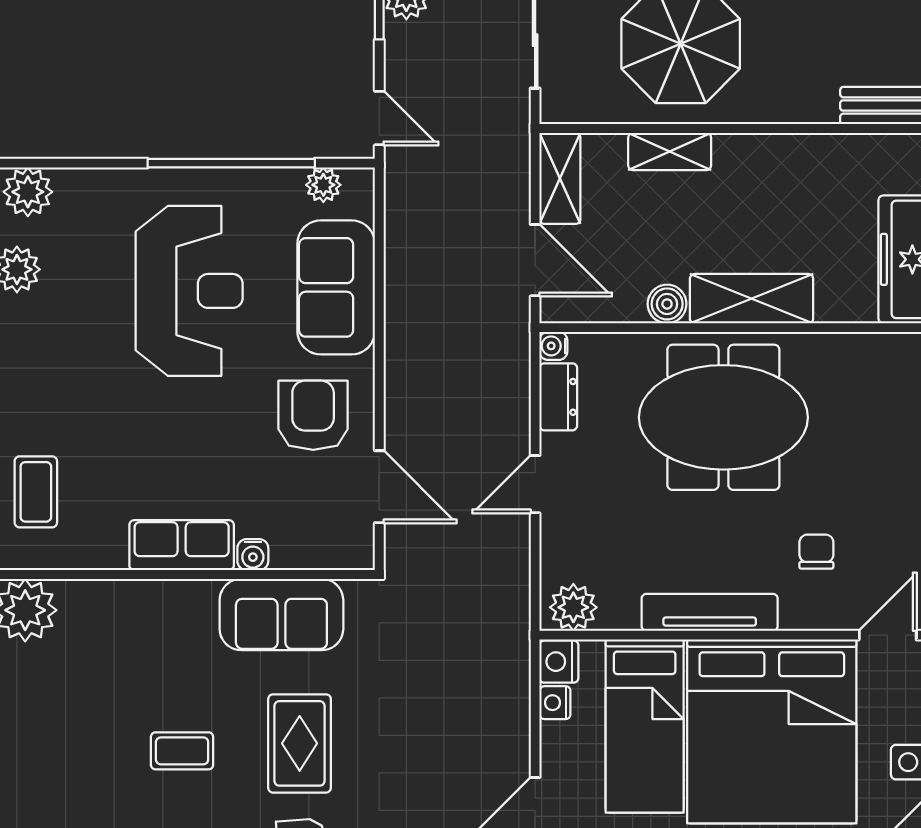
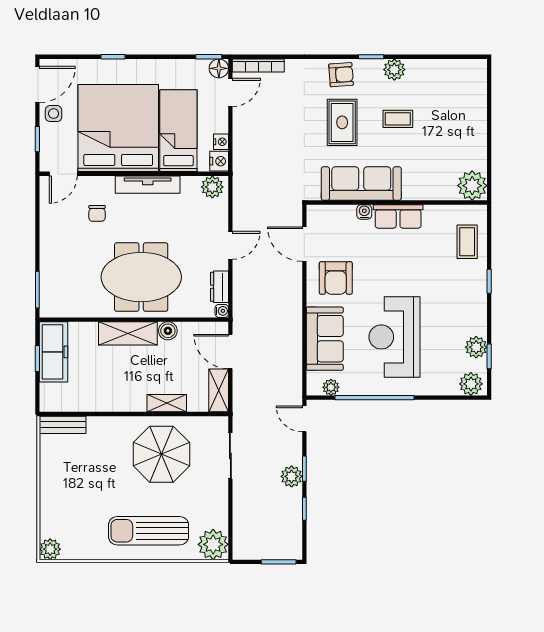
sofa: (281, 615) -> (361, 184), width x1.36

